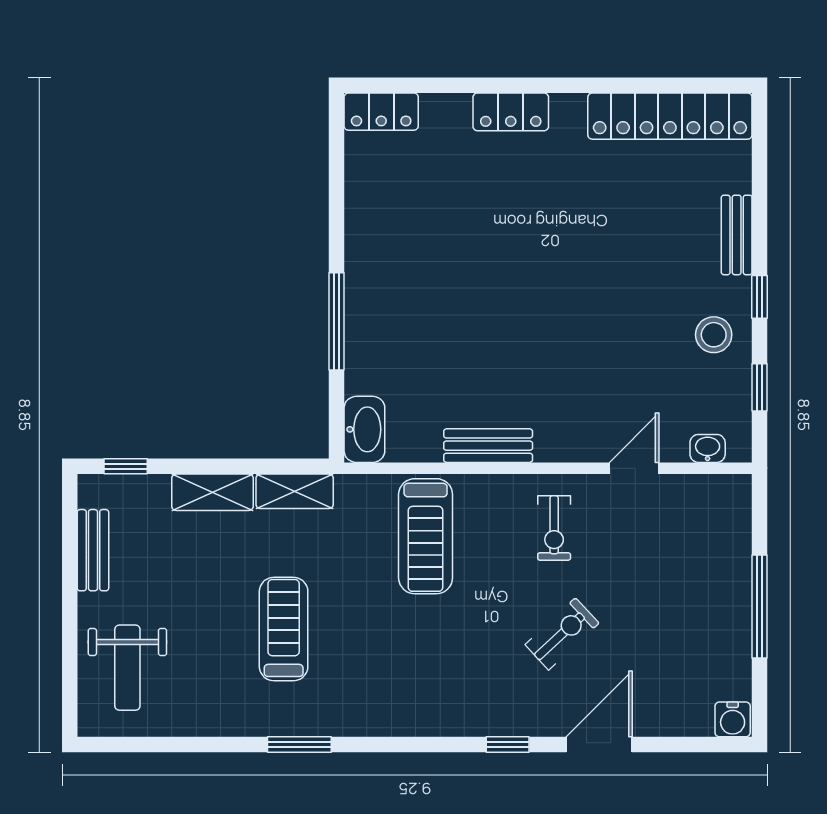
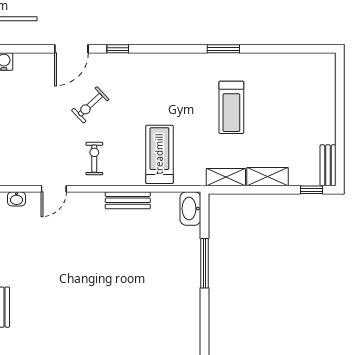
stool: (714, 335) -> (13, 257), removed
bench: (93, 550) -> (328, 165), moved
weight bench: (127, 668) -> (311, 88), removed

